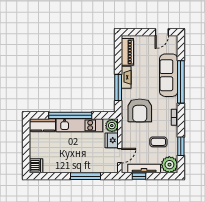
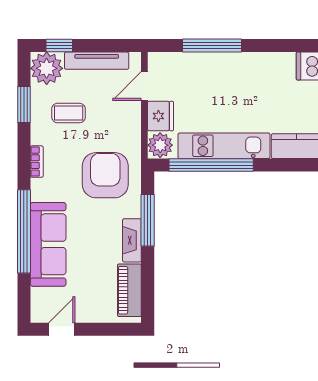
window: (70, 115) -> (211, 165), moved
window: (139, 176) -> (59, 46), moved

